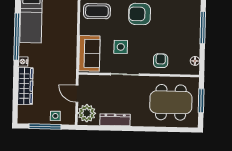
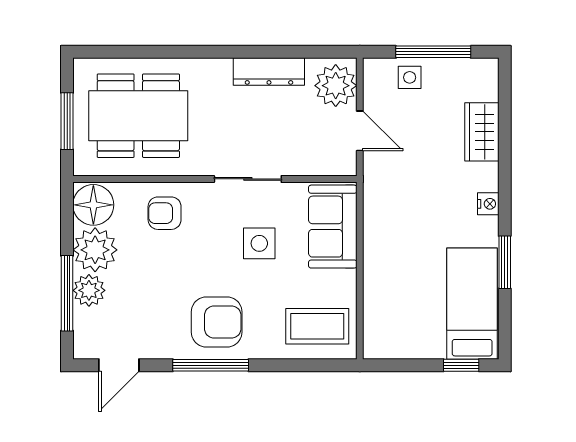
plant: (193, 29) -> (89, 290), added
window: (17, 37) -> (505, 262), width x0.47
plant: (190, 46) -> (95, 250), added
armchair: (161, 61) -> (165, 213), turned 90
floor lamp: (195, 61) -> (93, 205), width x1.89, depth x1.89
wardrobe: (25, 86) -> (482, 132), width x0.67

